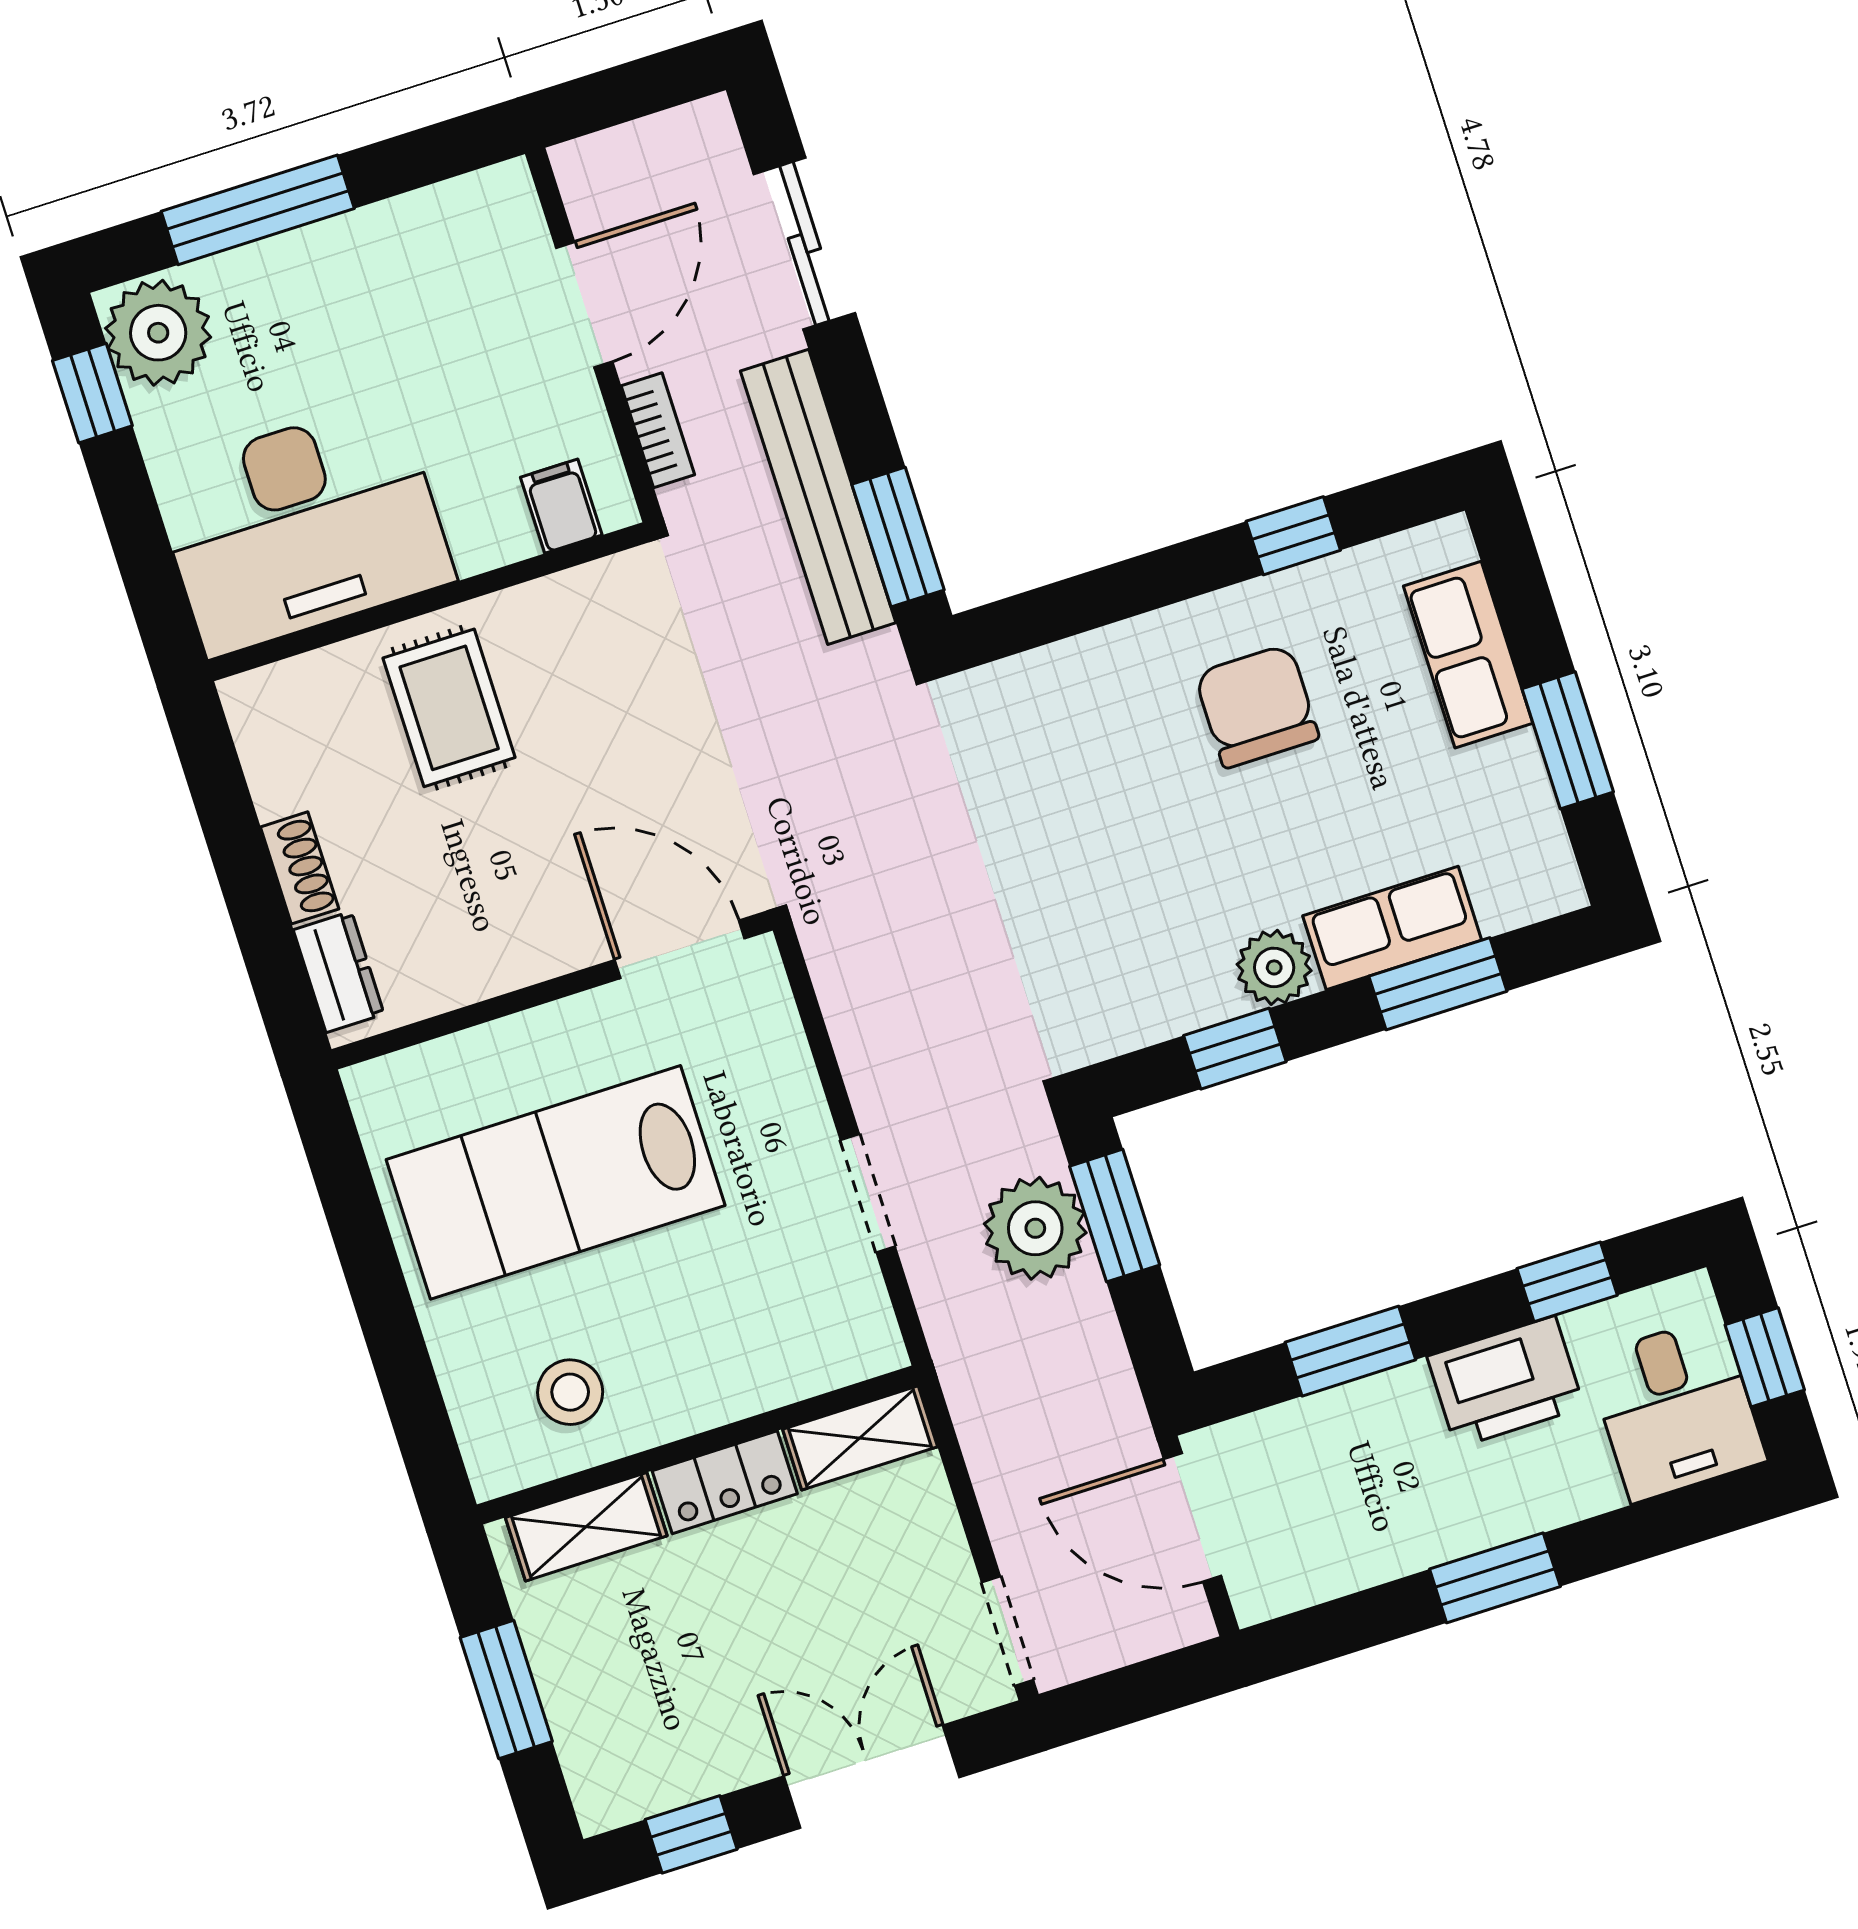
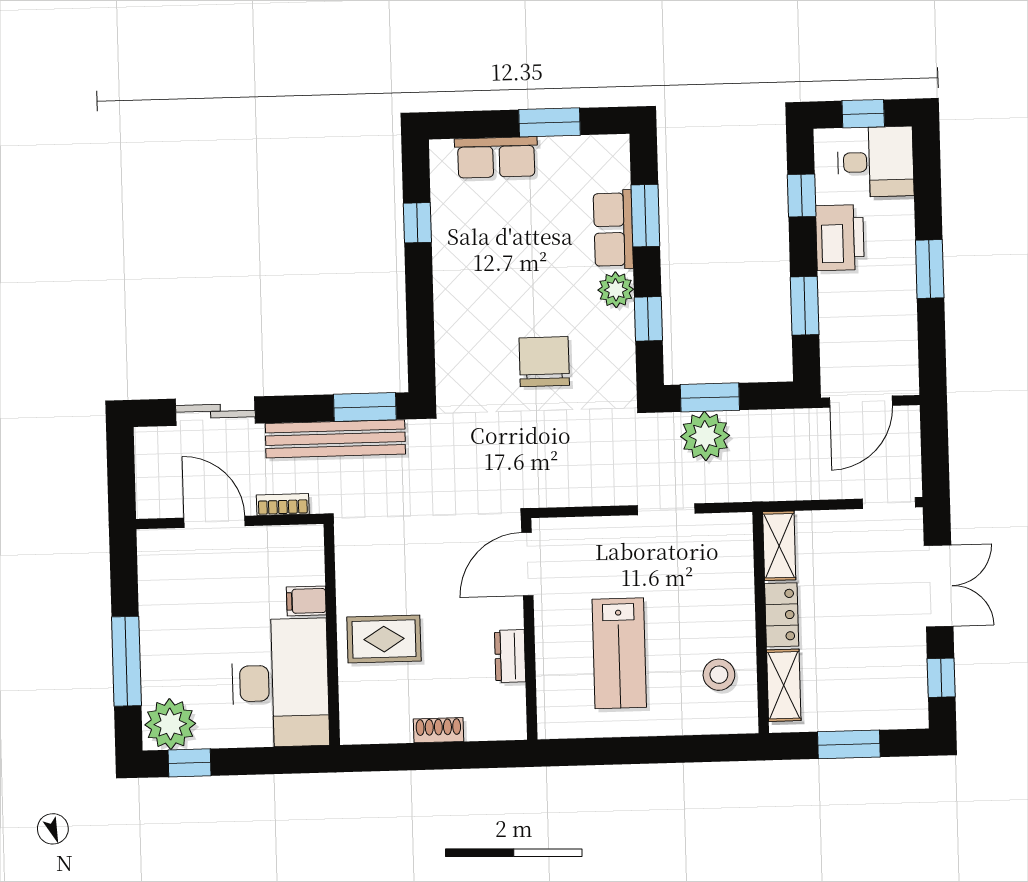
filing cabinet: (561, 506) -> (306, 601), moved
chair: (1257, 706) -> (544, 362), moved, turned 90
dresser: (339, 972) -> (510, 656), moved, turned -90
lab bench: (556, 1182) -> (619, 653), width x0.73, depth x0.72
double door: (872, 1777) -> (939, 586), swing flipped

